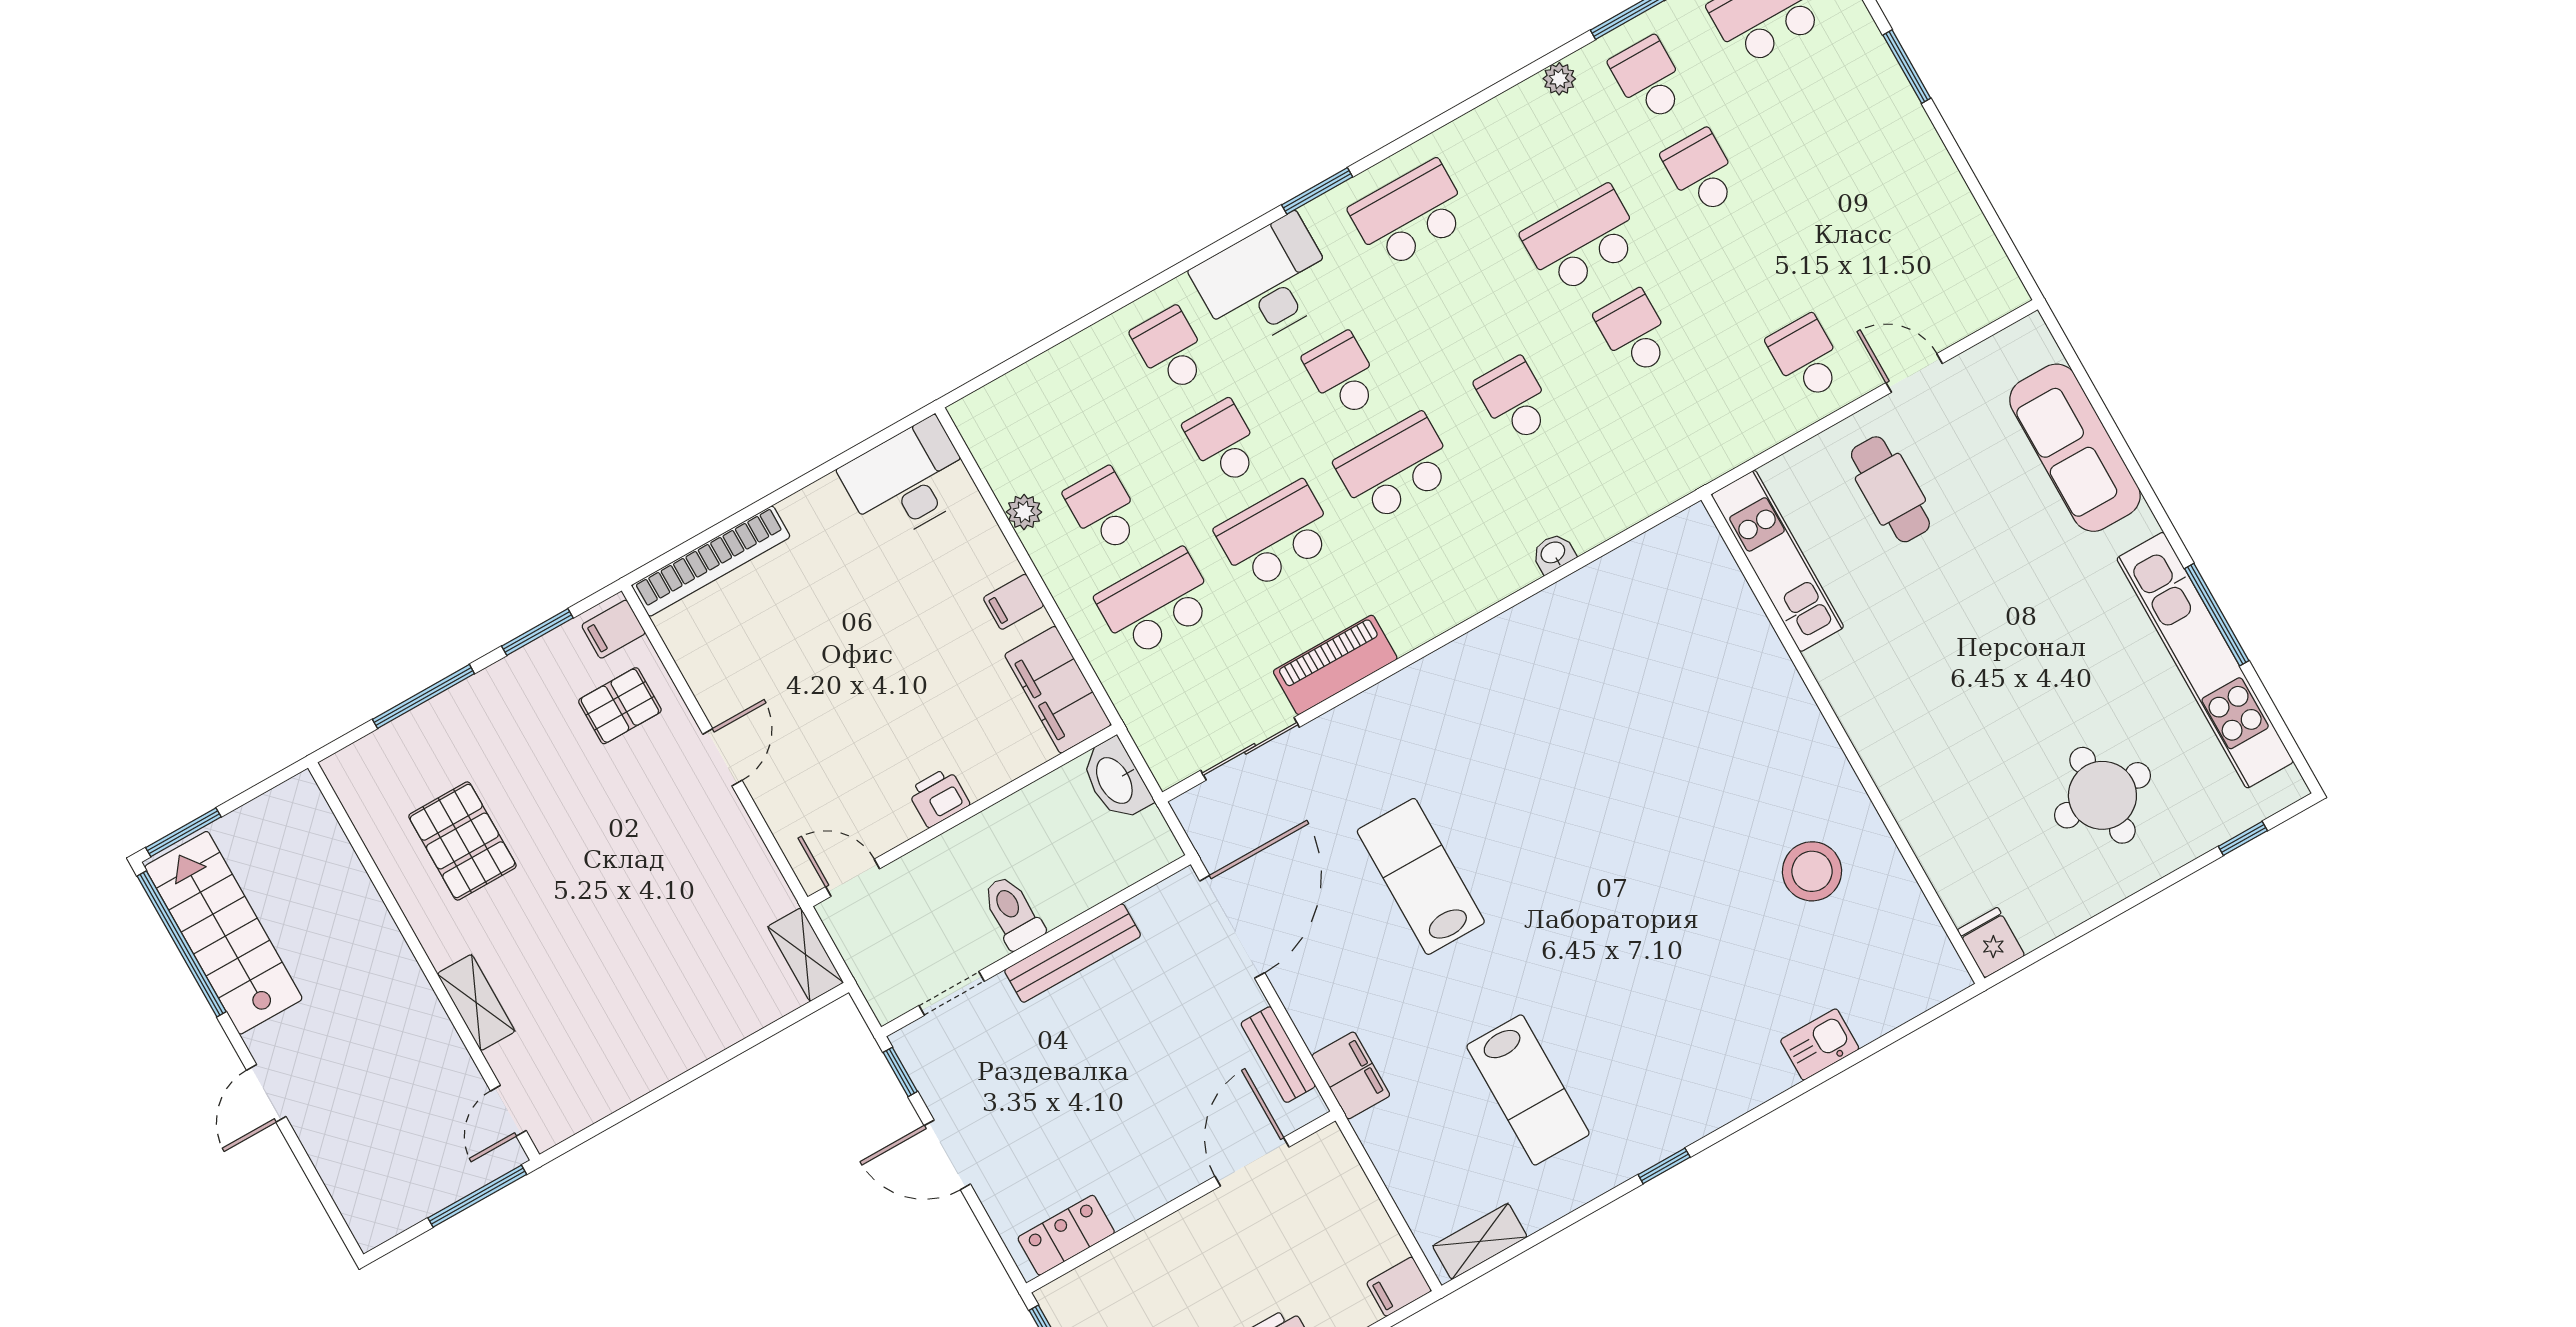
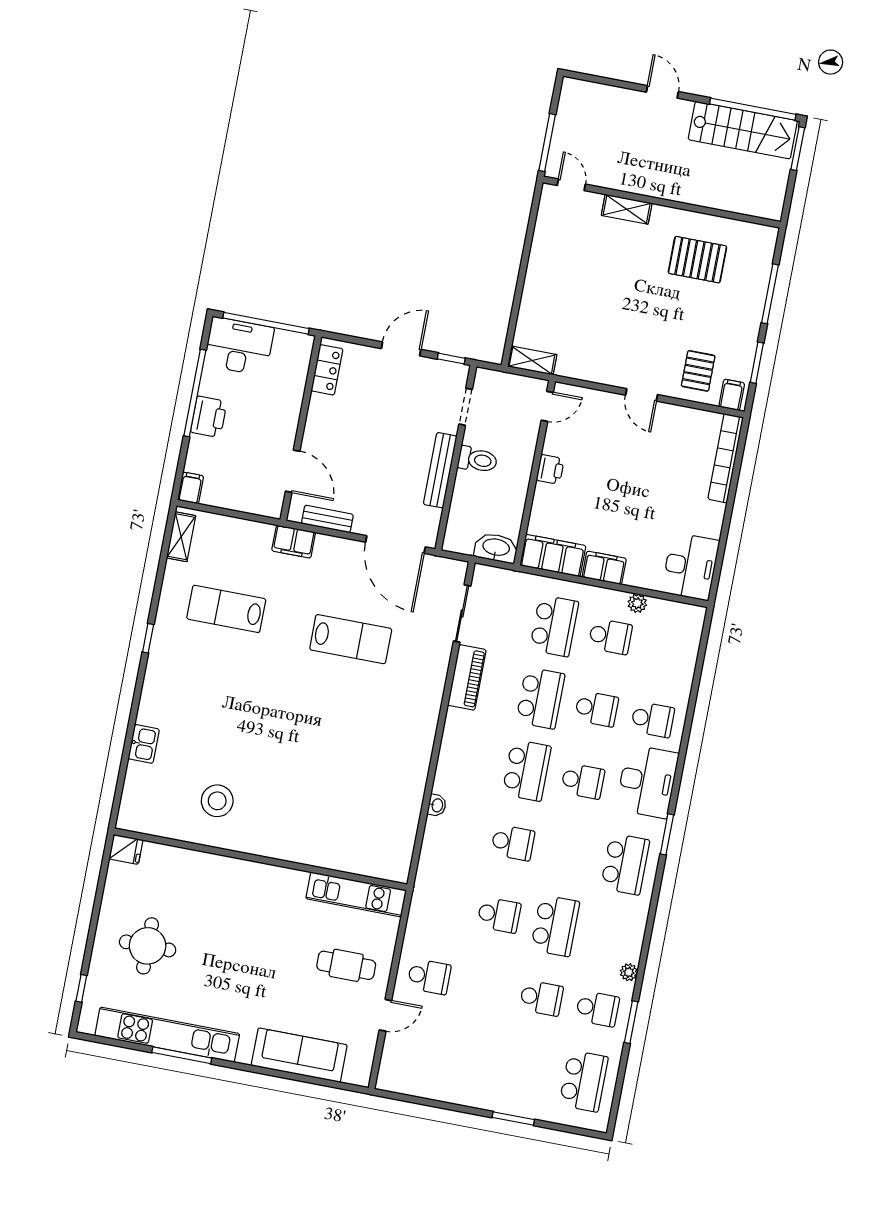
filing cabinet: (1013, 602) -> (604, 568), width x2.00

